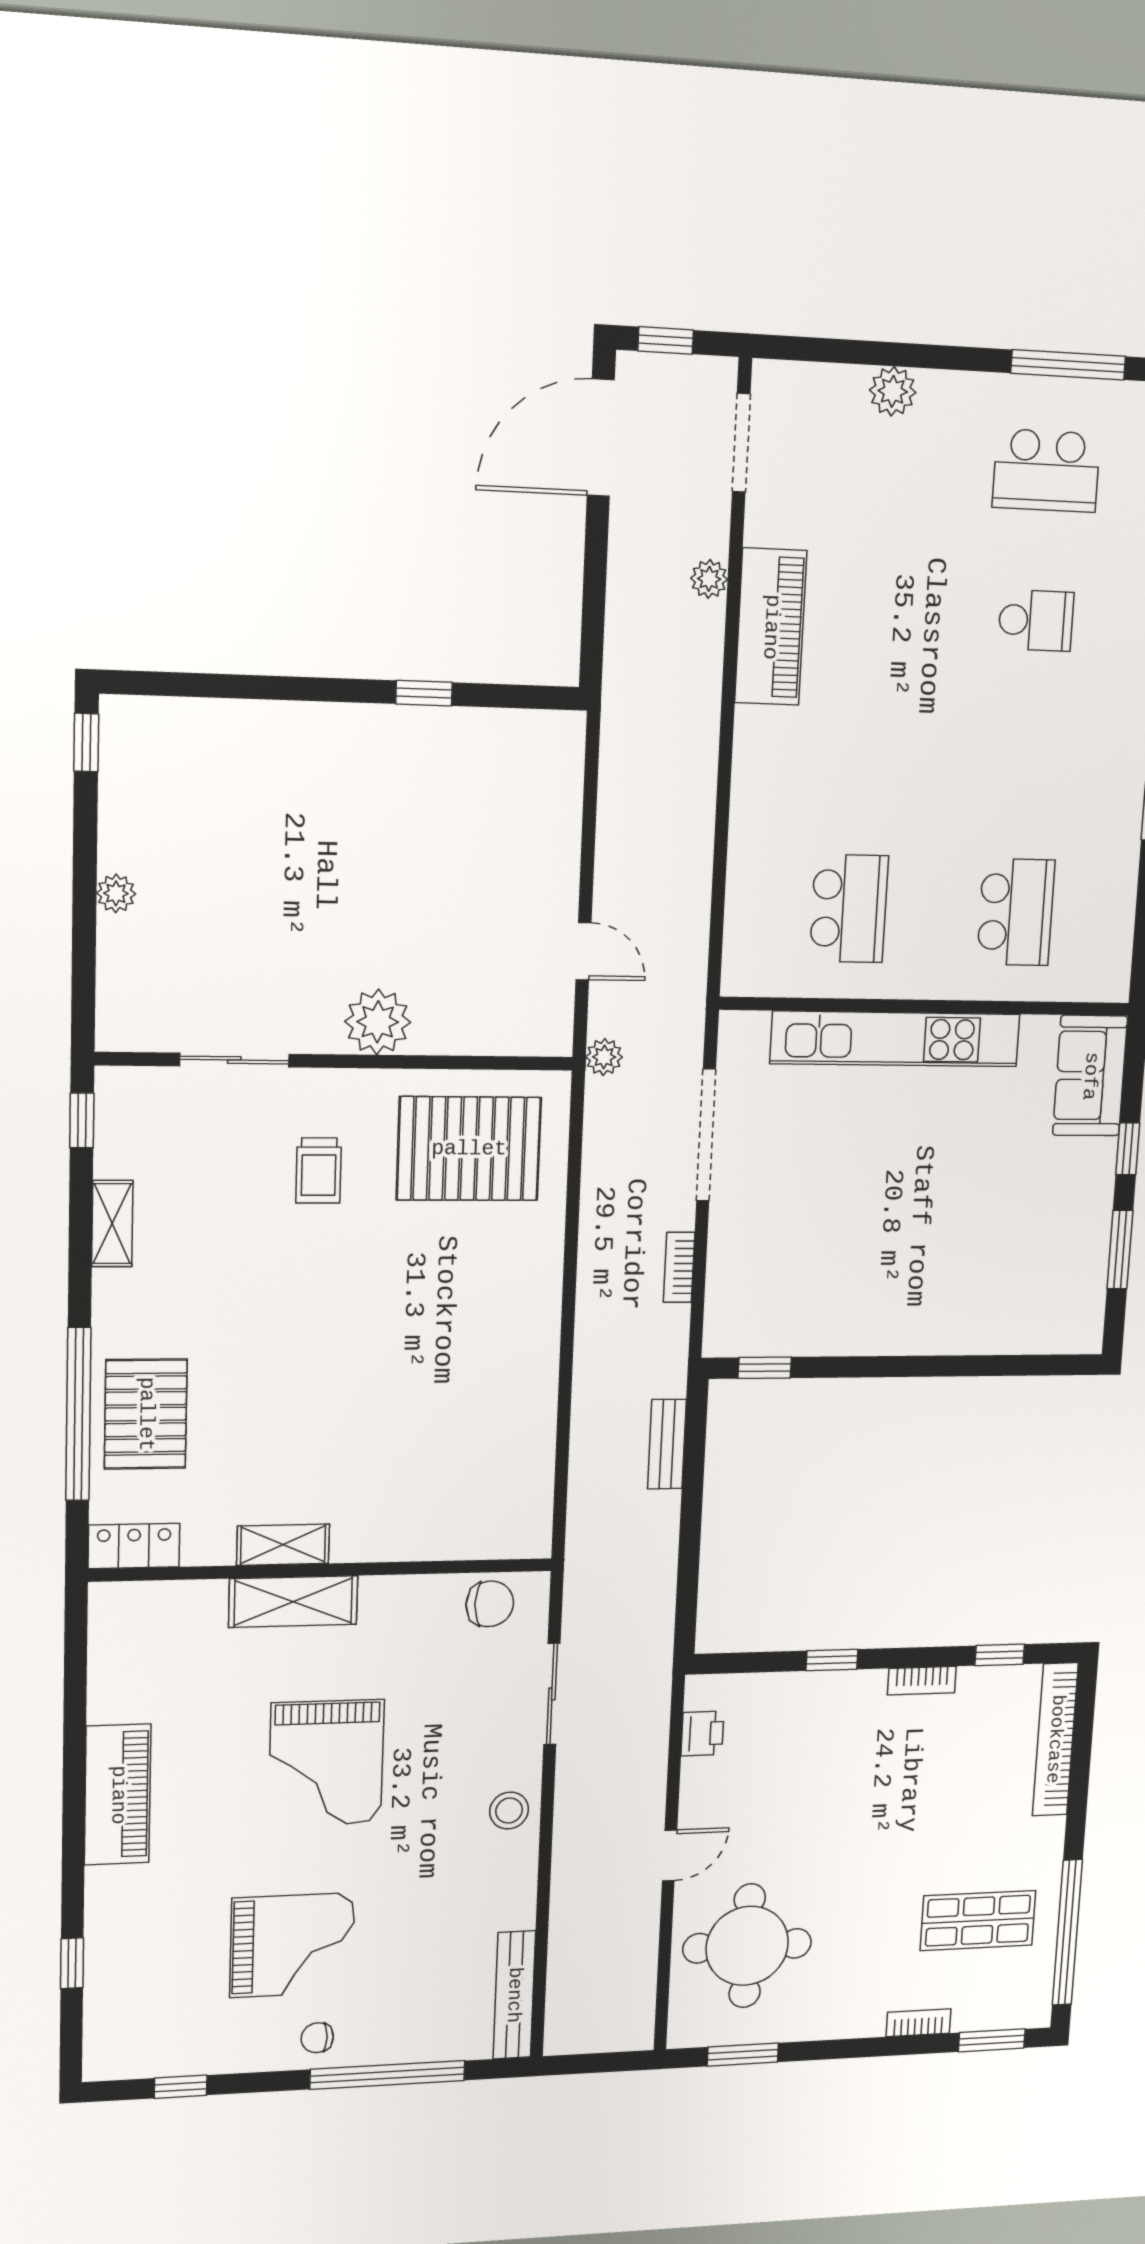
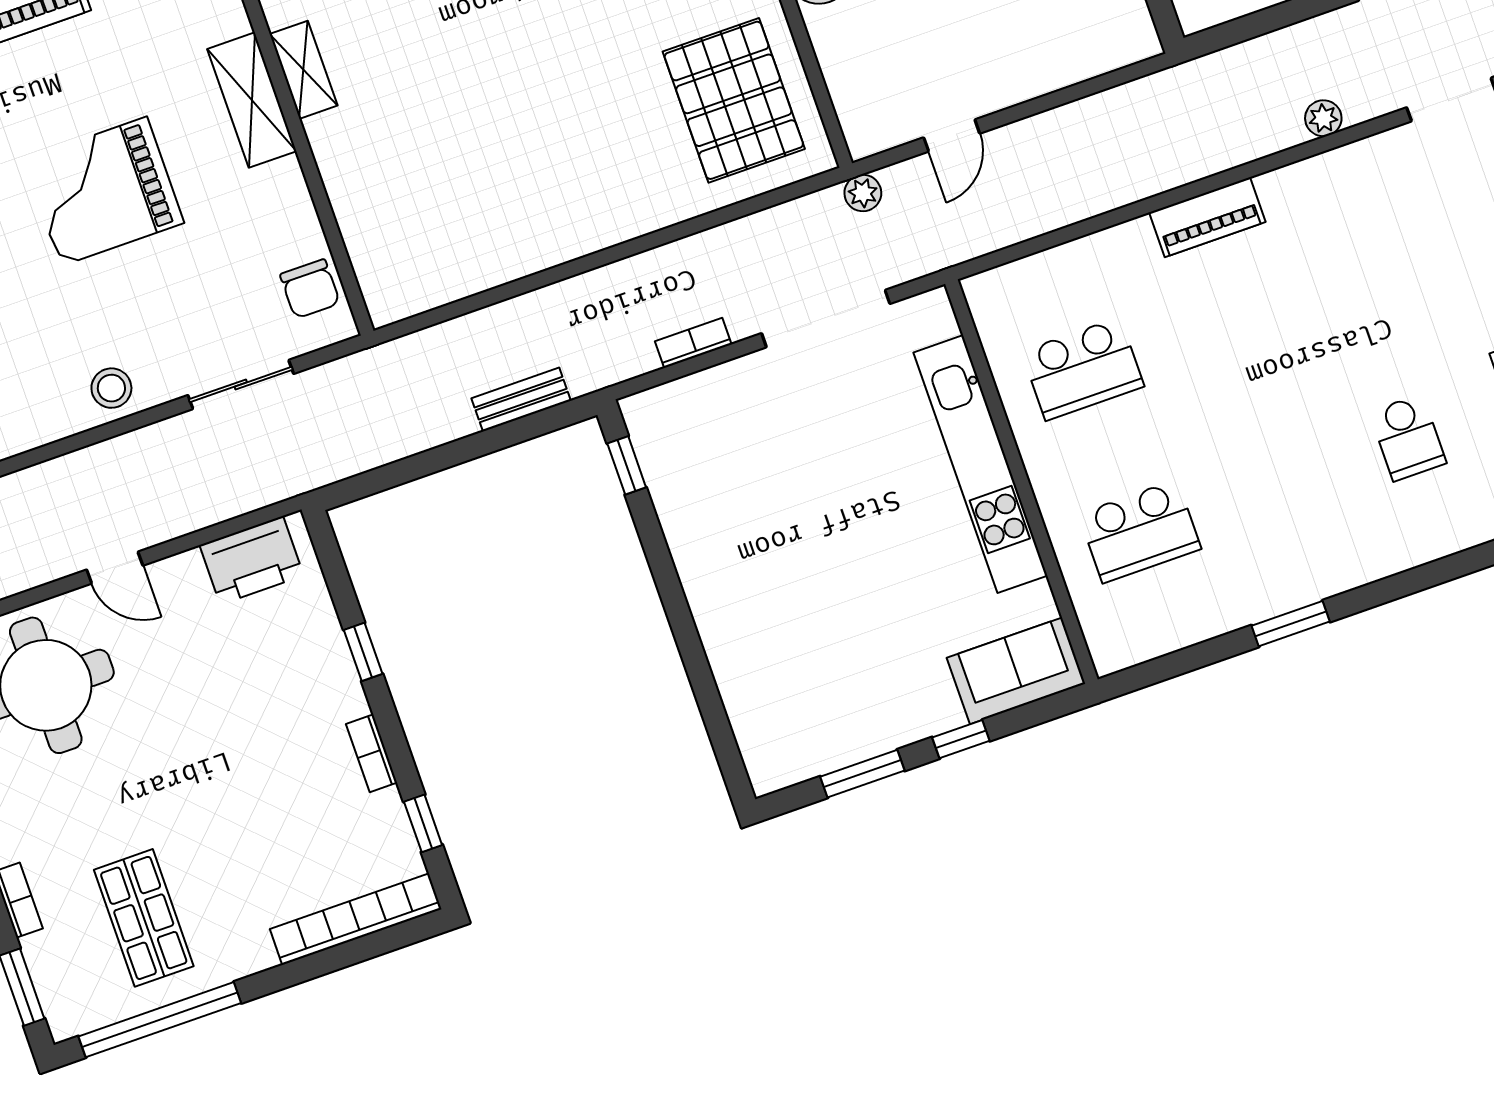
piano: (771, 627) -> (1207, 217), moved, width x0.73, depth x0.75
printer: (702, 1734) -> (252, 560), width x1.87, depth x1.48

